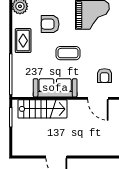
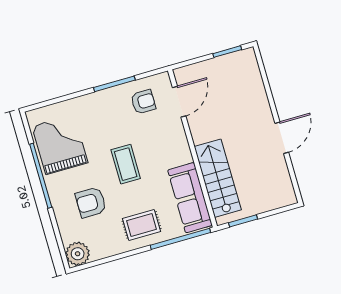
armchair: (50, 24) -> (91, 202), turned 90
rug: (23, 41) -> (142, 225), moved
sofa: (55, 88) -> (190, 198), moved

